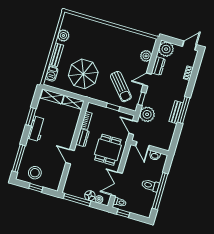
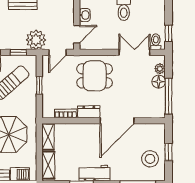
door: (70, 157) -> (117, 121), width x1.88
double door: (117, 184) -> (134, 52), swing flipped

